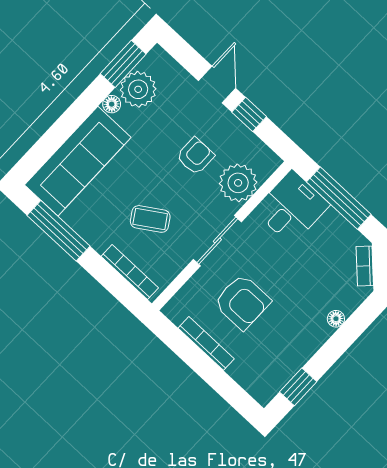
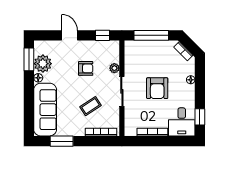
window: (249, 114) -> (102, 35), moved
armchair: (195, 156) -> (86, 68), turned 90
plant: (238, 183) -> (114, 68), width x0.53, depth x0.53
desk: (292, 208) -> (182, 122), moved, turned 180
window: (59, 231) -> (62, 141), width x0.69
armchair: (242, 302) -> (157, 88), moved, turned 90

